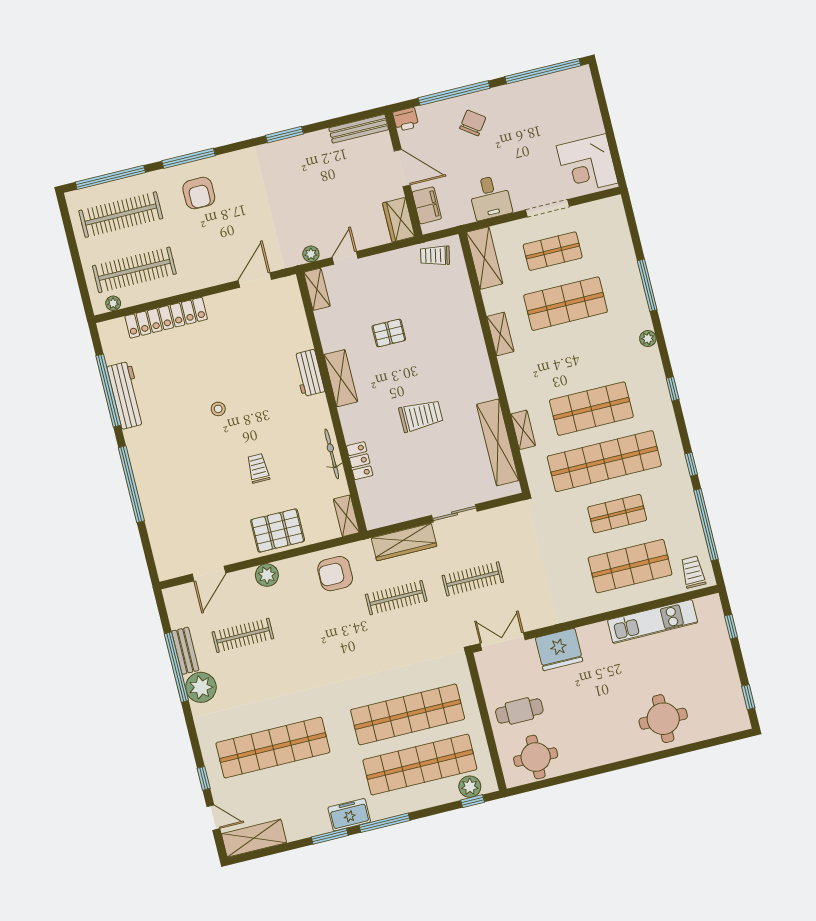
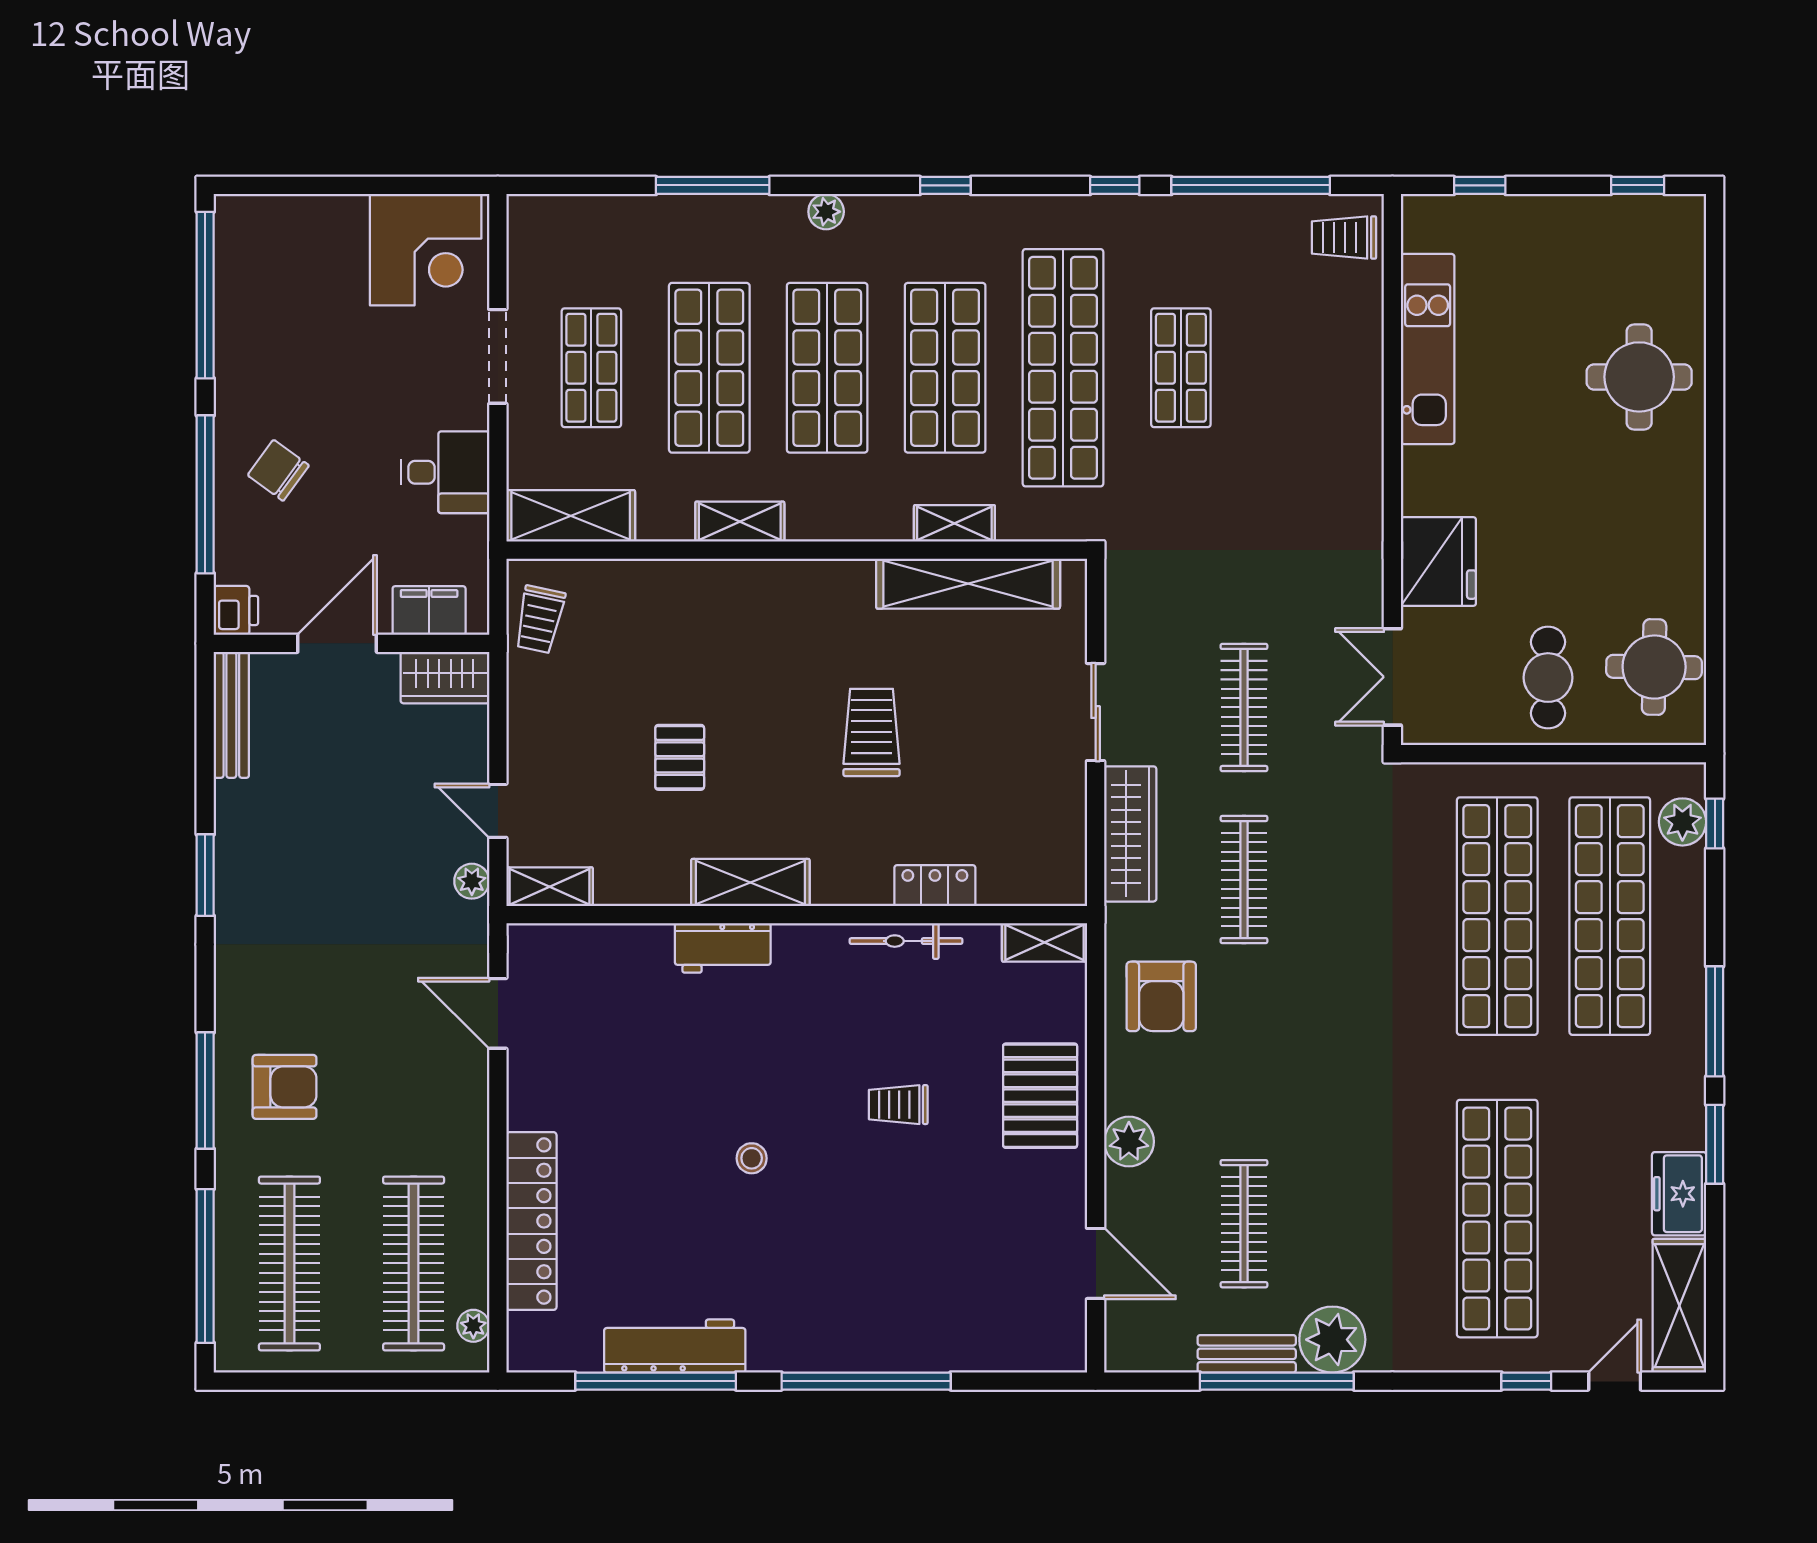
shop shelf: (630, 566) -> (827, 368), moved
freezer: (349, 815) -> (1679, 1194), moved

